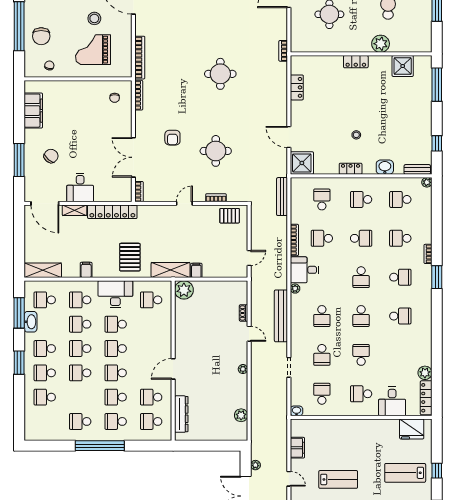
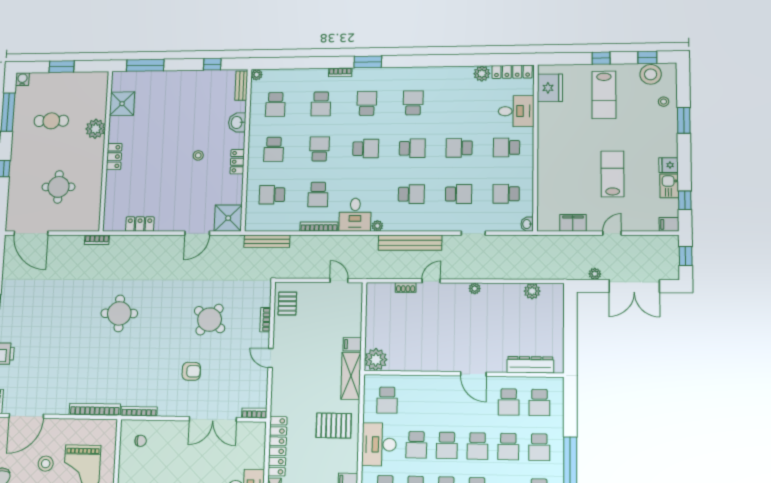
round table: (216, 151) -> (210, 320), turned 38
school desk: (361, 394) -> (507, 147), turned 90

